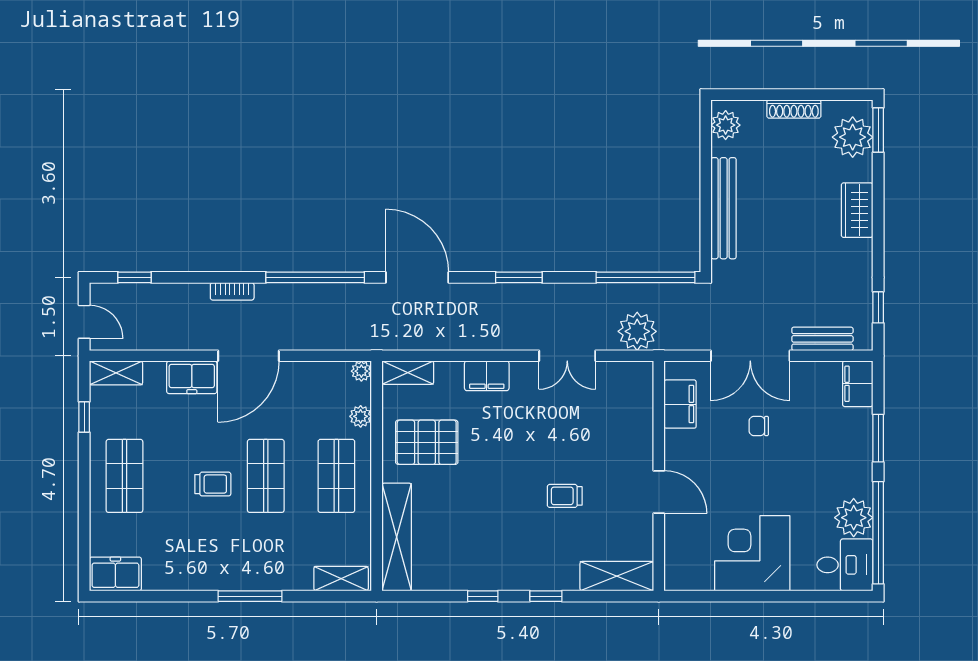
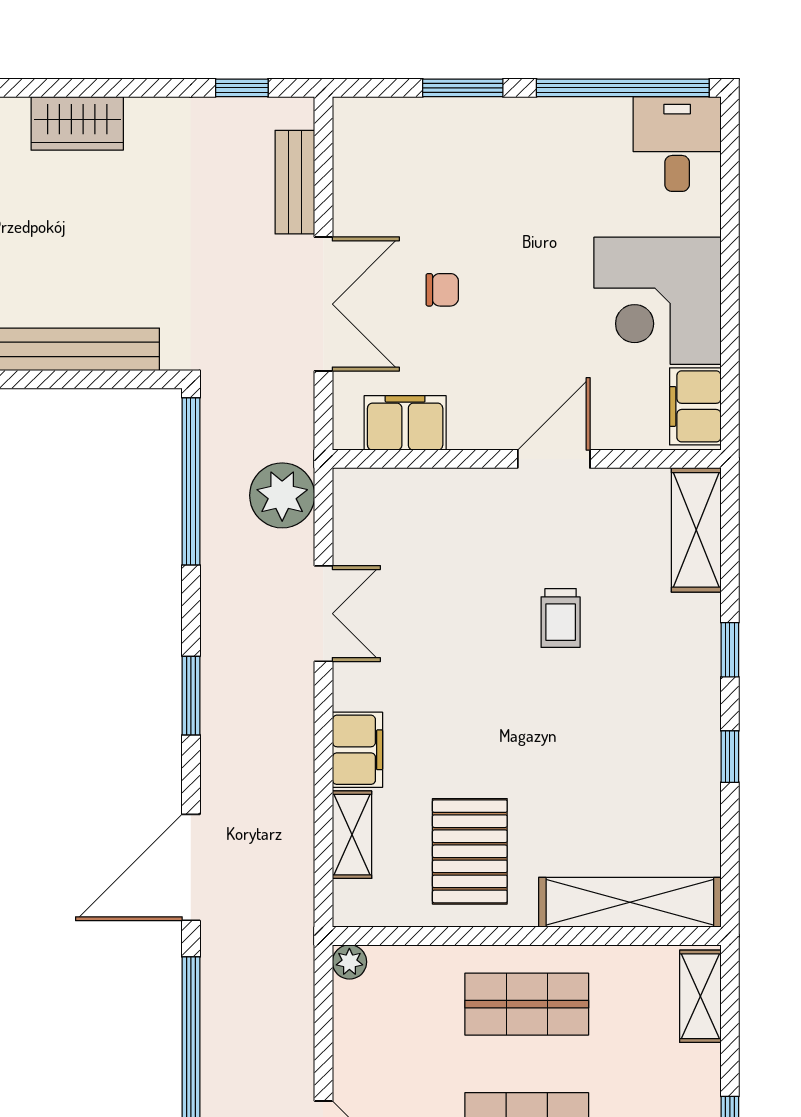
shelving: (408, 373) -> (352, 835), moved
filing cabinet: (858, 384) -> (695, 406), moved, turned 90
plant: (361, 416) -> (426, 963), removed
chair: (759, 426) -> (442, 290), turned -90
plant: (854, 518) -> (597, 129), removed

